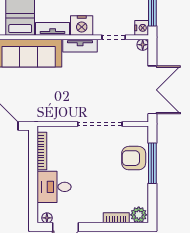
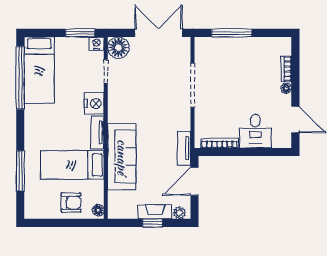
floor lamp: (143, 45) -> (118, 48), width x1.89, depth x1.89
tv unit: (80, 46) -> (184, 148), moved, turned 180
armchair: (134, 158) -> (227, 52), removed
plant: (139, 215) -> (283, 47), removed
floor lamp: (47, 218) -> (286, 88), moved

